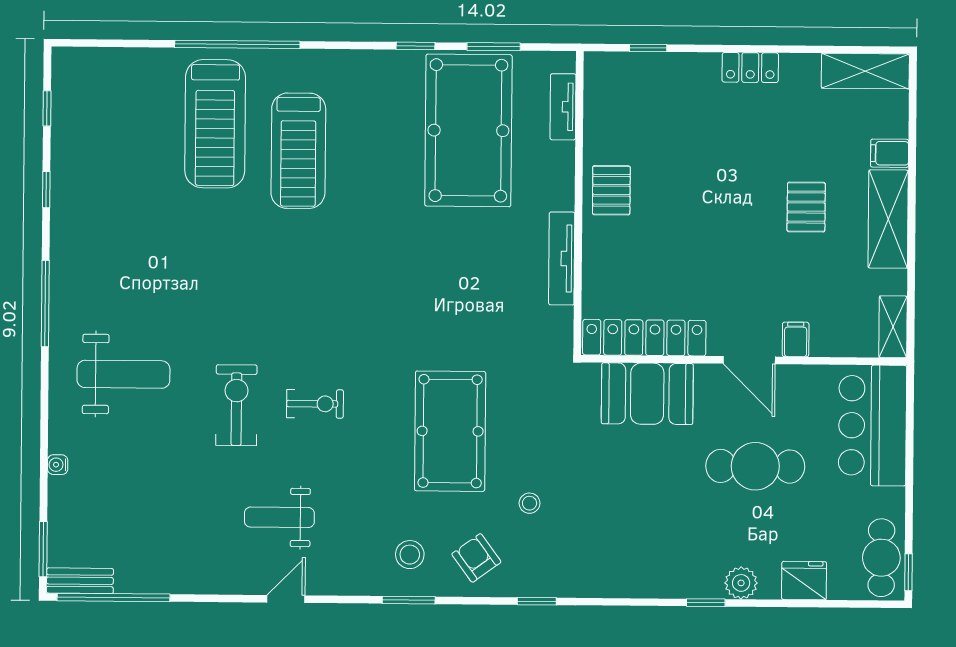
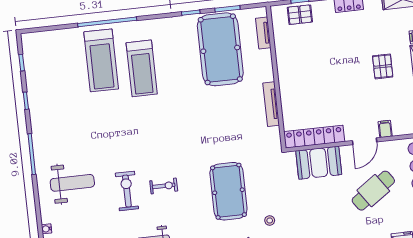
pallet: (611, 190) -> (300, 15), moved, turned 90
door: (749, 360) -> (365, 141), hinge flipped
cafe table: (755, 466) -> (373, 191), turned -35

